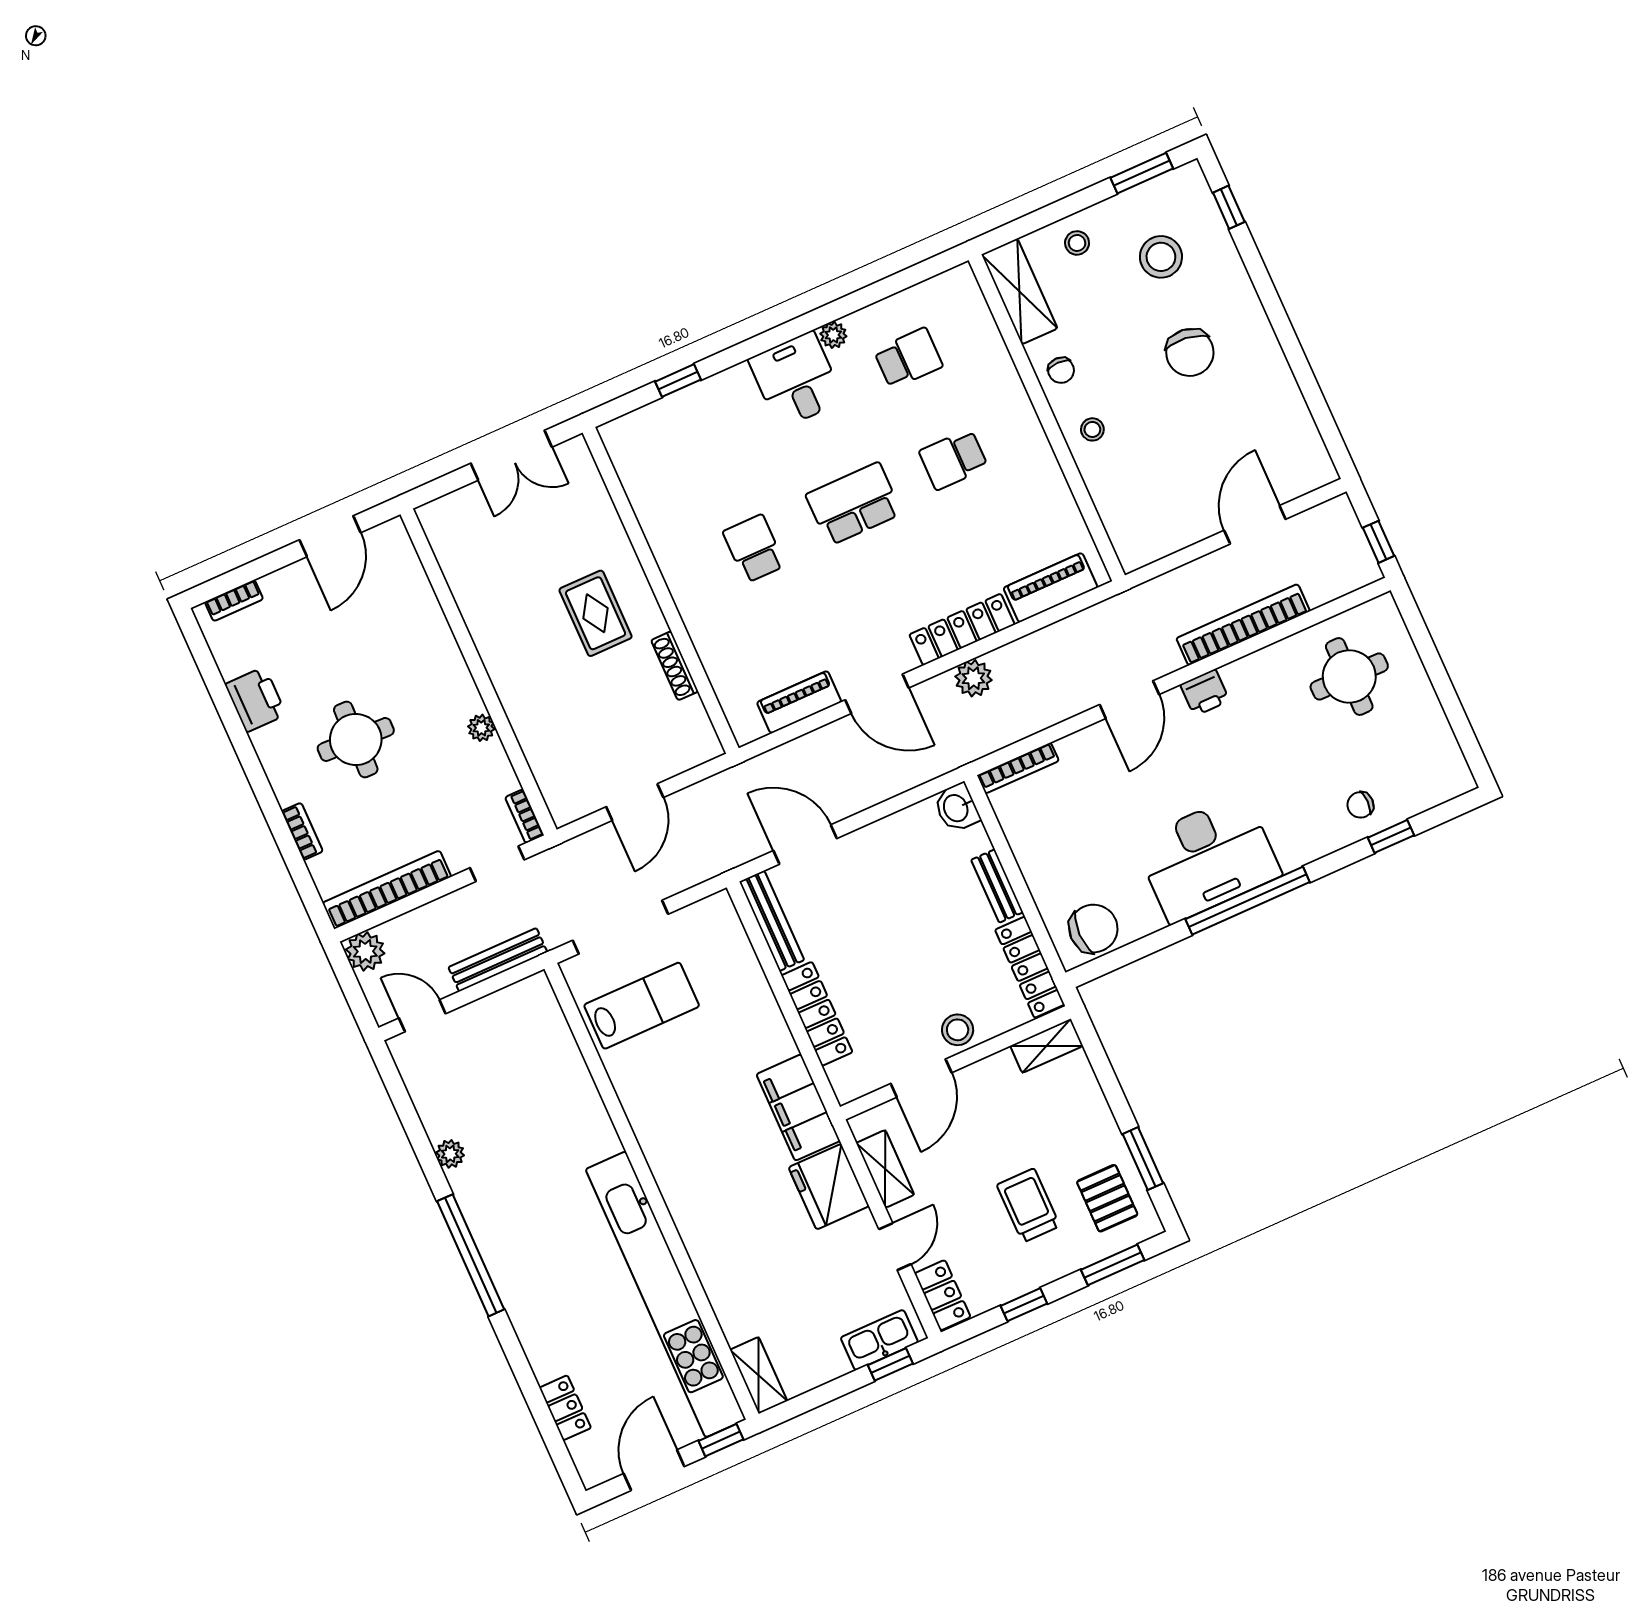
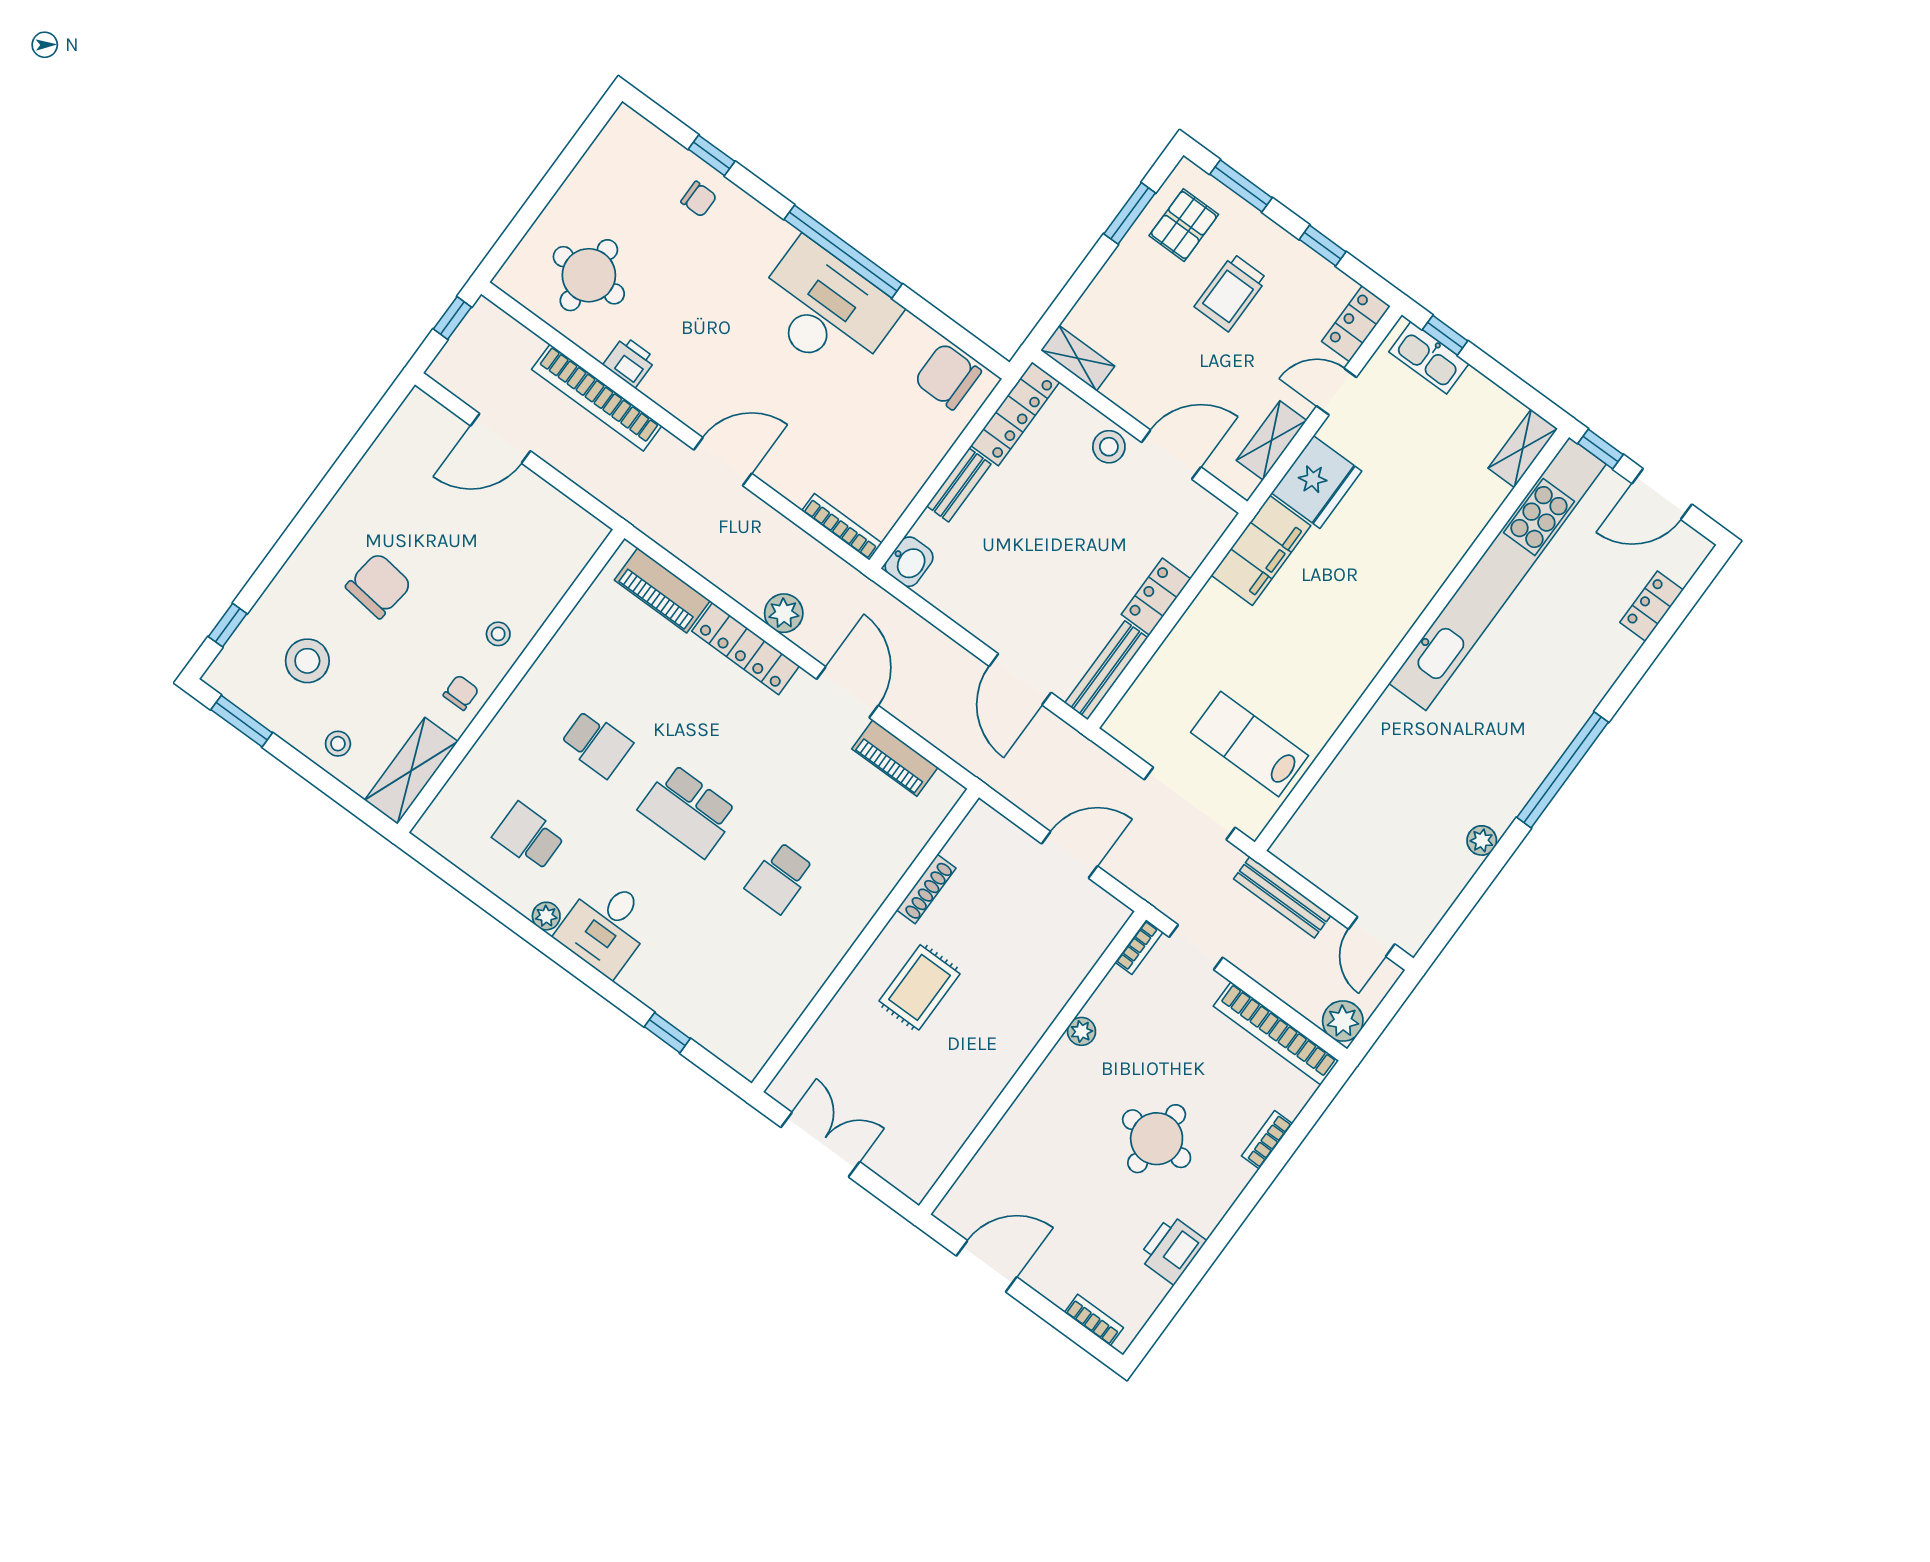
printer: (1205, 693) -> (629, 362), moved
locker: (817, 1014) -> (1156, 597), width x0.66

